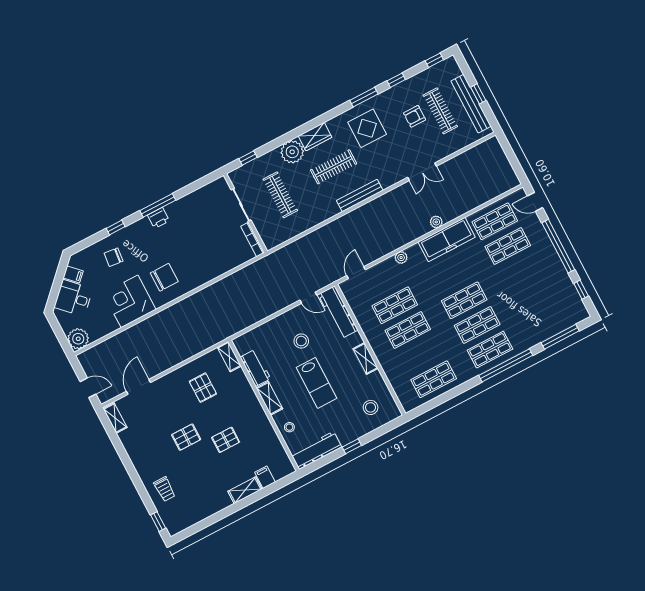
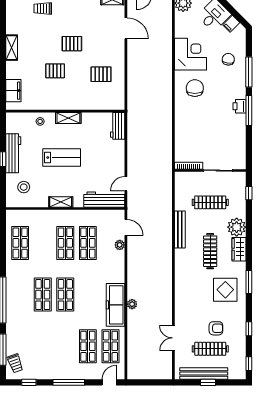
window: (364, 97) -> (249, 282), moved
armchair: (415, 116) -> (216, 328), turned 90
double door: (422, 172) -> (173, 338), moved
bench: (360, 195) -> (180, 229), moved
window: (116, 227) -> (249, 72), width x2.17
window: (558, 246) -> (69, 382), width x0.68
plant: (401, 258) -> (120, 245), moved
chair: (164, 277) -> (195, 88), turned 180
trolley: (568, 316) -> (15, 363), added
stool: (301, 341) -> (97, 162), removed
shop shelf: (490, 350) -> (20, 295), removed
shelving: (229, 357) -> (113, 105), removed
workbench: (255, 368) -> (118, 126), moved, turned 90
lab bench: (317, 383) -> (62, 158), turned 180
pallet: (186, 437) -> (72, 44), turned 90
pallet: (226, 440) -> (55, 71), turned 90
workbench: (316, 450) -> (13, 153), moved
filing cabinet: (265, 477) -> (13, 91), width x2.00
shelving: (245, 490) -> (12, 48), moved

